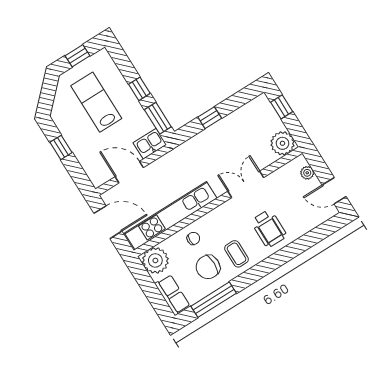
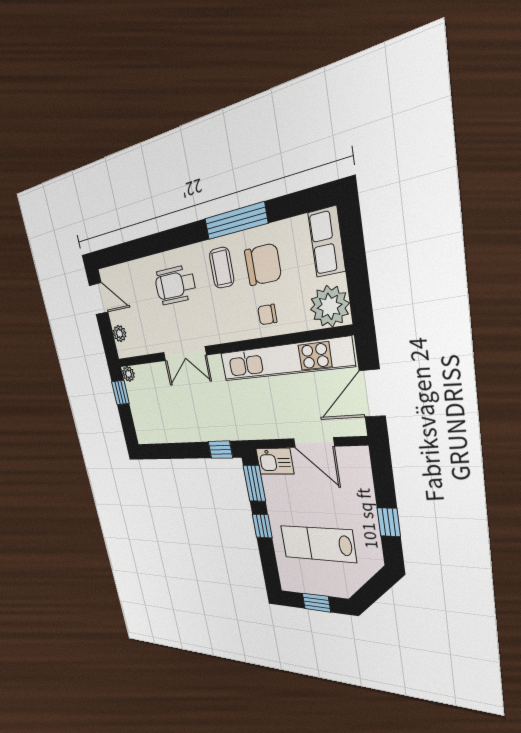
lab bench: (96, 102) -> (318, 544), turned 90
window: (282, 107) -> (120, 393), moved
window: (210, 118) -> (220, 450), moved
plant: (283, 143) -> (128, 374), width x0.53, depth x0.53
door: (108, 222) -> (372, 393), hinge flipped
wheelchair: (269, 228) -> (175, 285), turned -90
window: (214, 300) -> (236, 221), moved

